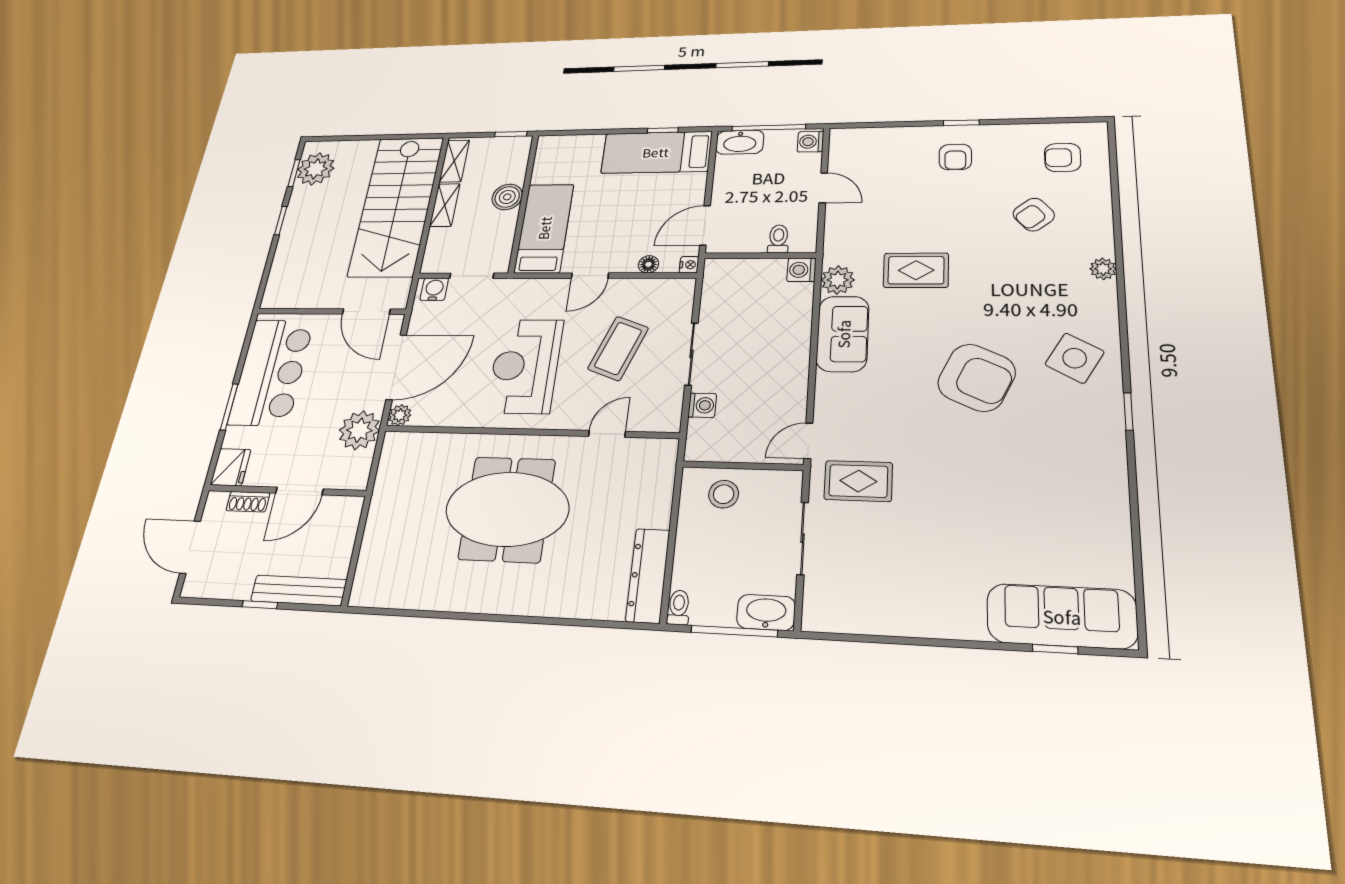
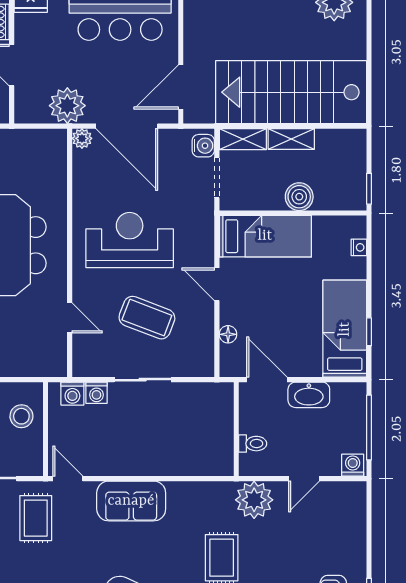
washbasin: (740, 142) -> (309, 395), moved, turned -90
shelving: (454, 161) -> (243, 139), moved
nightstand: (689, 265) -> (359, 247), moved, turned -90
washing machine: (802, 270) -> (72, 394), moved, turned 180
plant: (838, 280) -> (254, 500), moved, width x1.36, depth x1.36
sofa: (843, 334) -> (131, 501), moved

